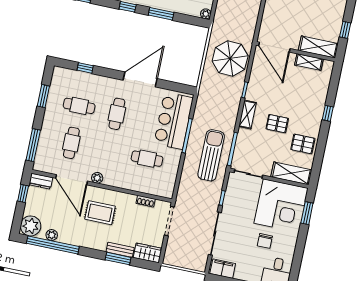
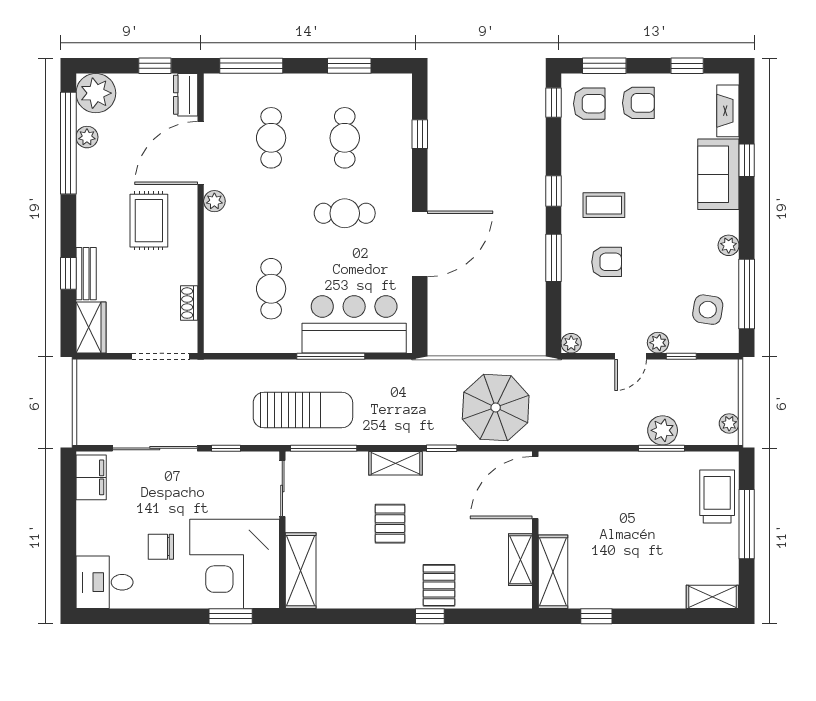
door: (140, 79) -> (420, 244), hinge flipped
cafe table: (71, 143) -> (271, 138), turned 90
pallet: (303, 144) -> (439, 585), moved
window: (118, 259) -> (68, 273), width x0.67

